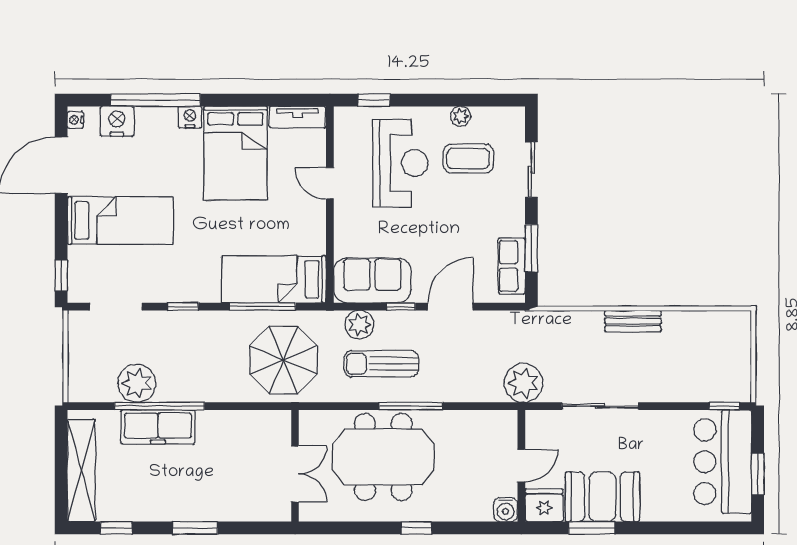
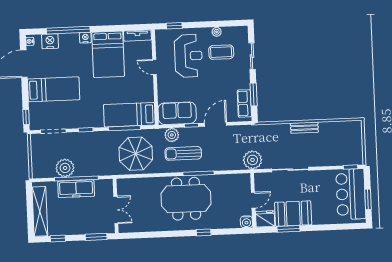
wall: (295, 466) -> (116, 206), moved
double door: (295, 474) -> (116, 210), moved

